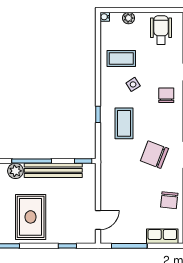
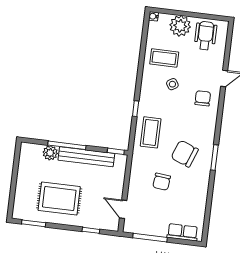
plant: (129, 18) -> (180, 26), width x1.87, depth x1.87
coffee table: (124, 123) -> (151, 132), moved
chair: (169, 200) -> (162, 182), moved
rug: (31, 217) -> (59, 199), turned 90
door: (98, 220) -> (123, 209), swing flipped

